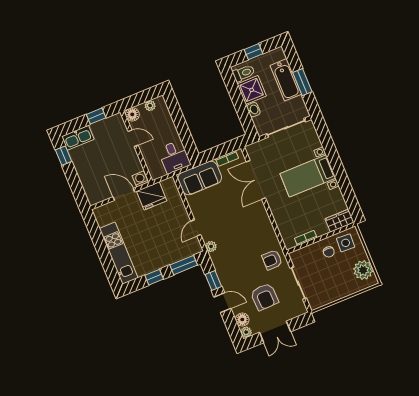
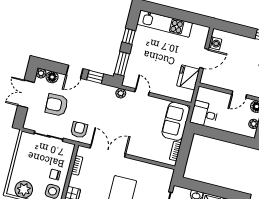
washing machine: (140, 179) -> (215, 43), moved
double door: (256, 180) -> (108, 151), moved

